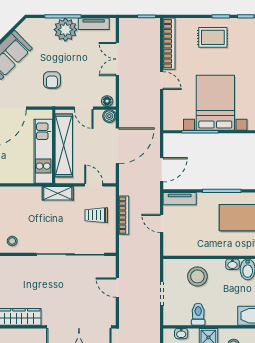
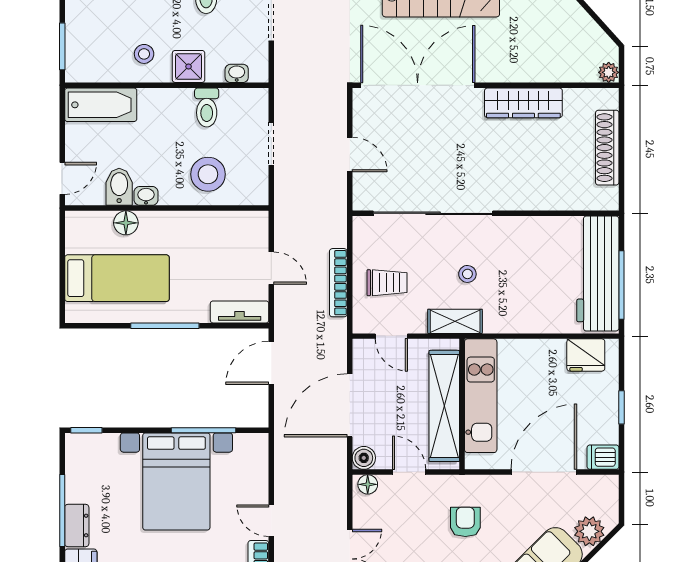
stool: (12, 241) -> (467, 274), moved
floor lamp: (244, 249) -> (126, 223), added

